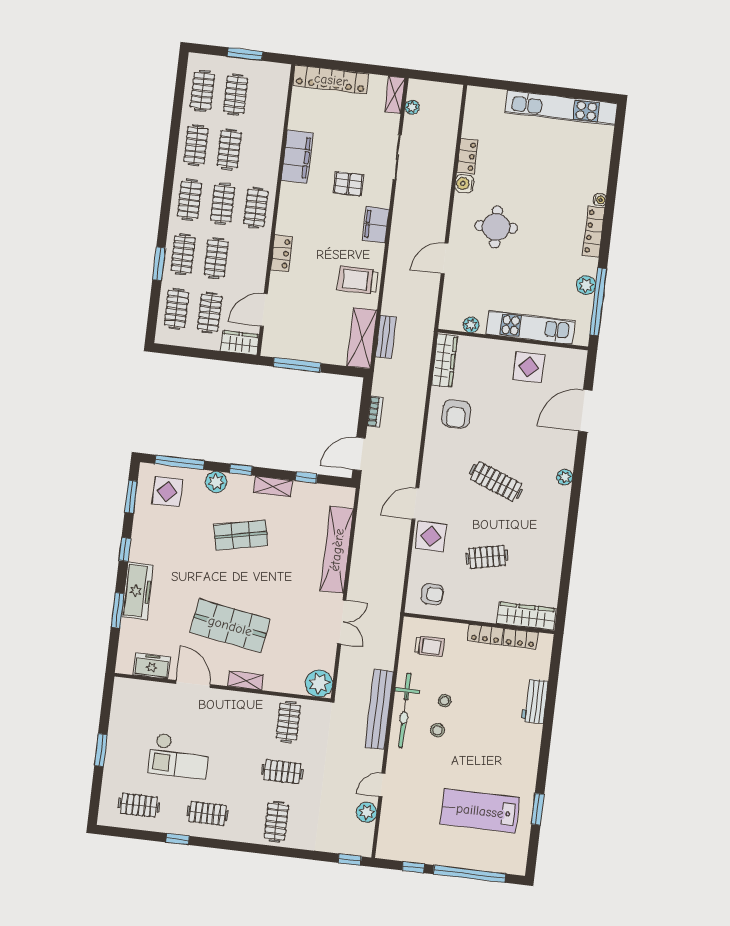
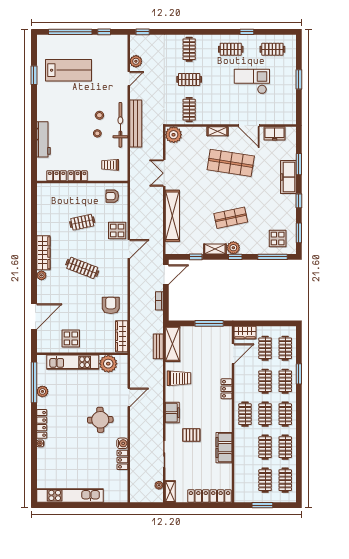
plant: (471, 325) -> (108, 364), width x1.88, depth x1.88
plant: (216, 482) -> (233, 248), moved
wardrobe: (526, 616) -> (43, 253), moved, turned -90
workbench: (535, 701) -> (43, 139), width x1.38

